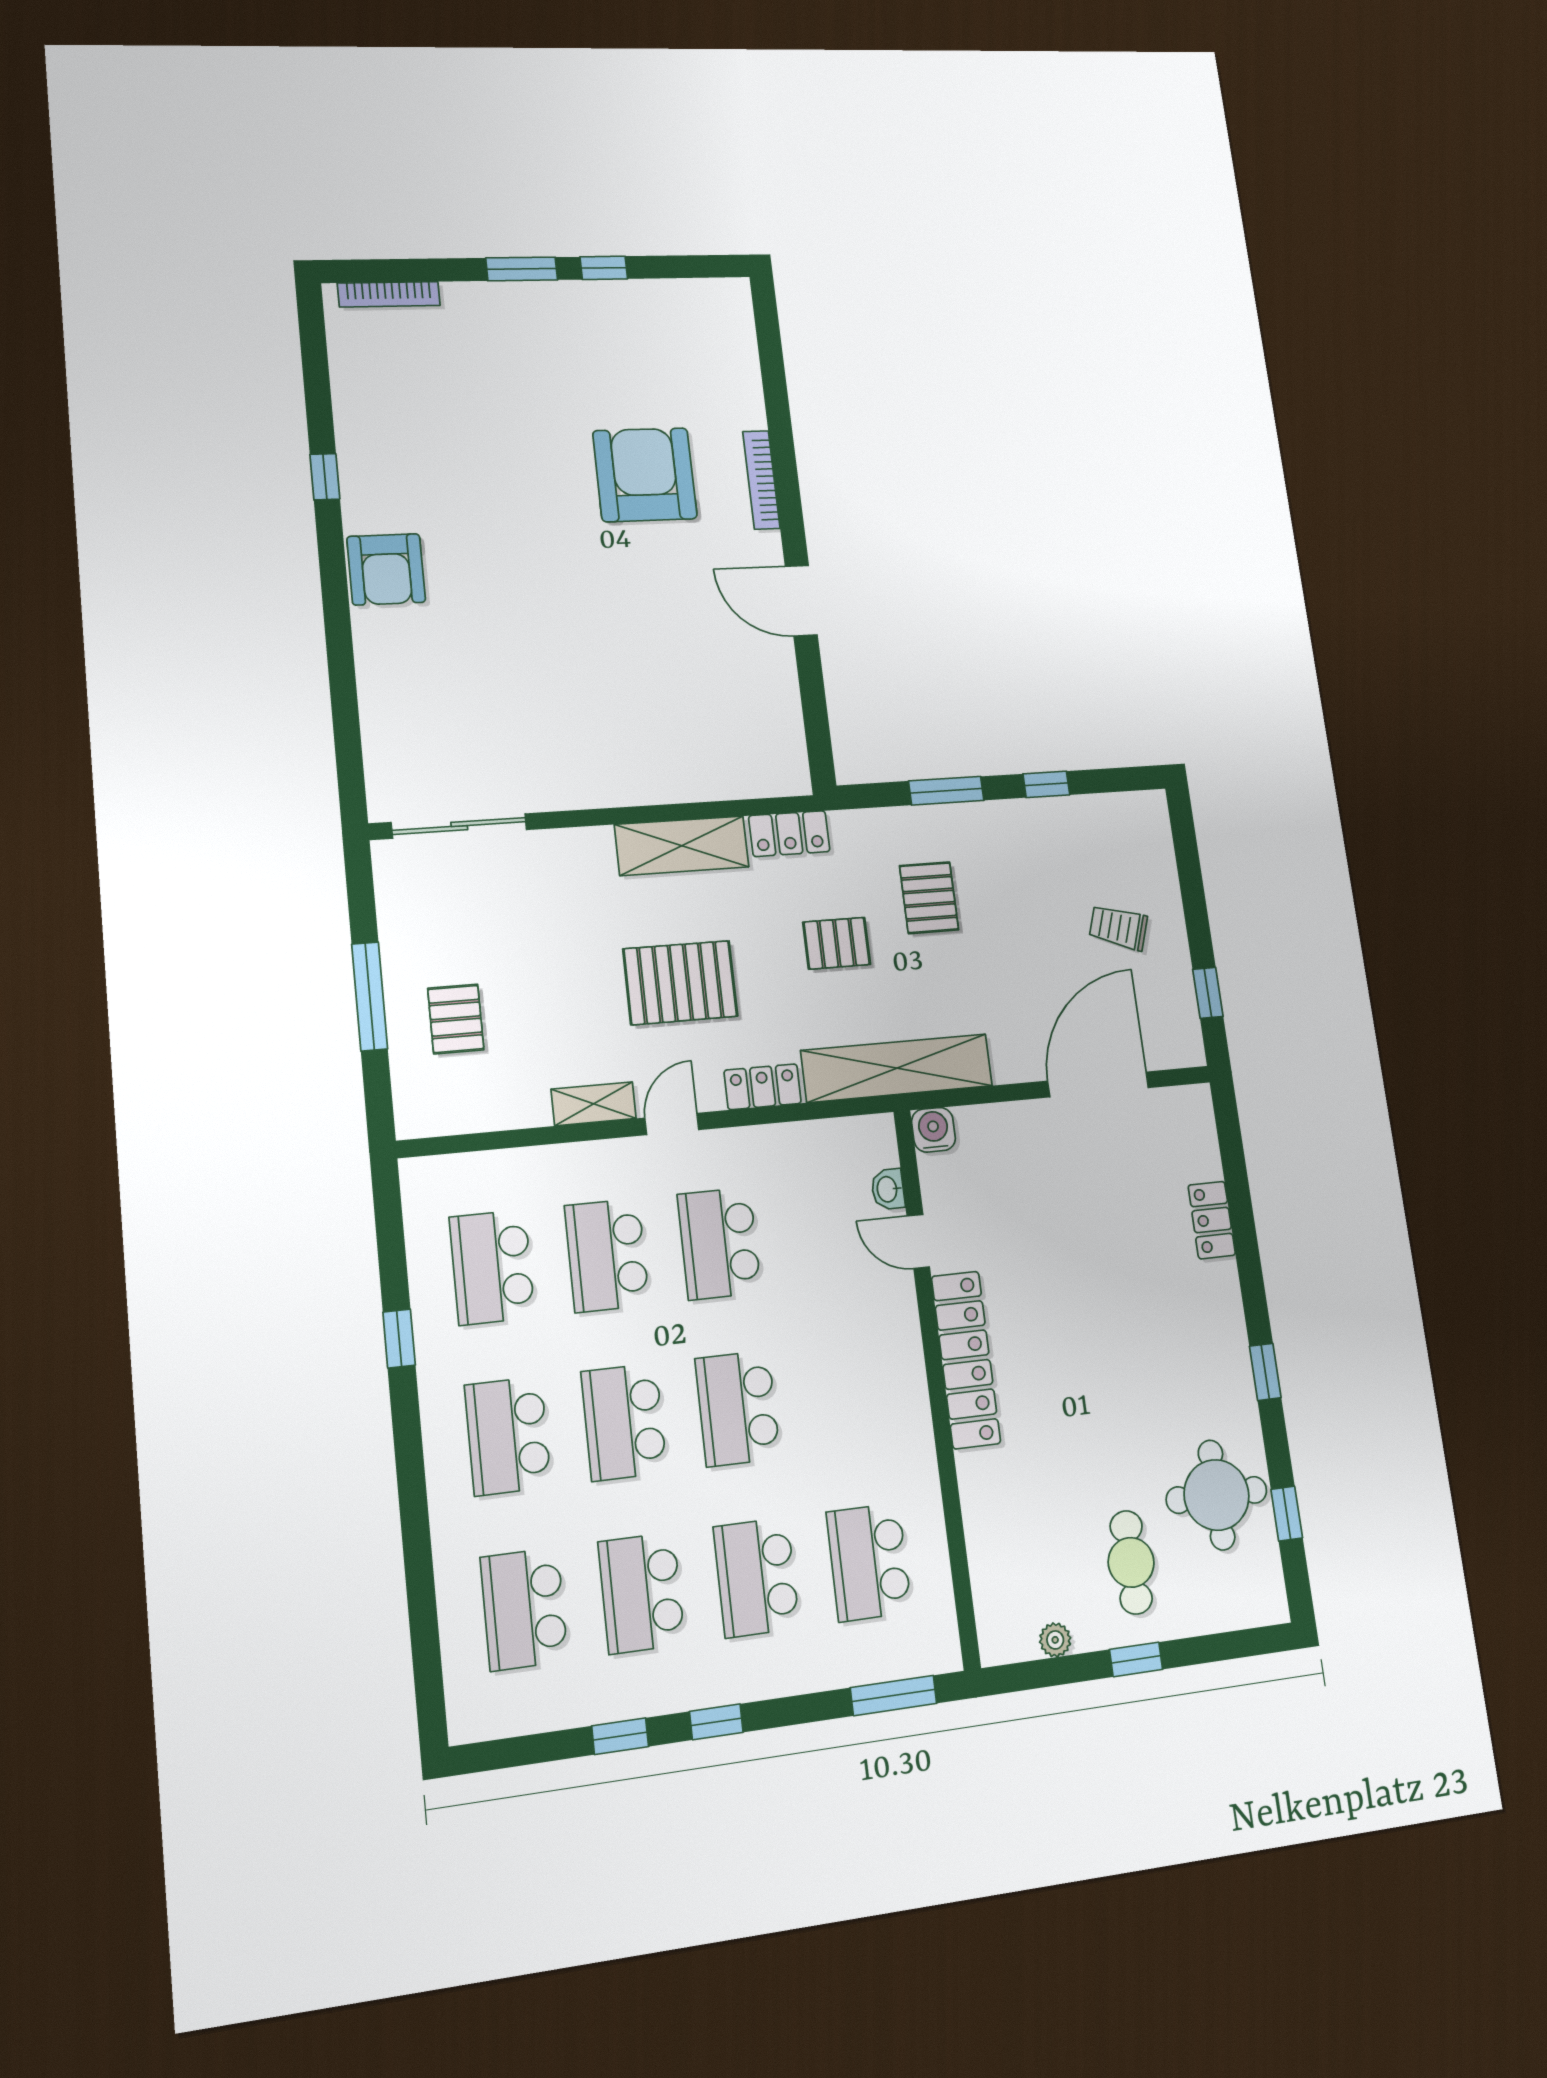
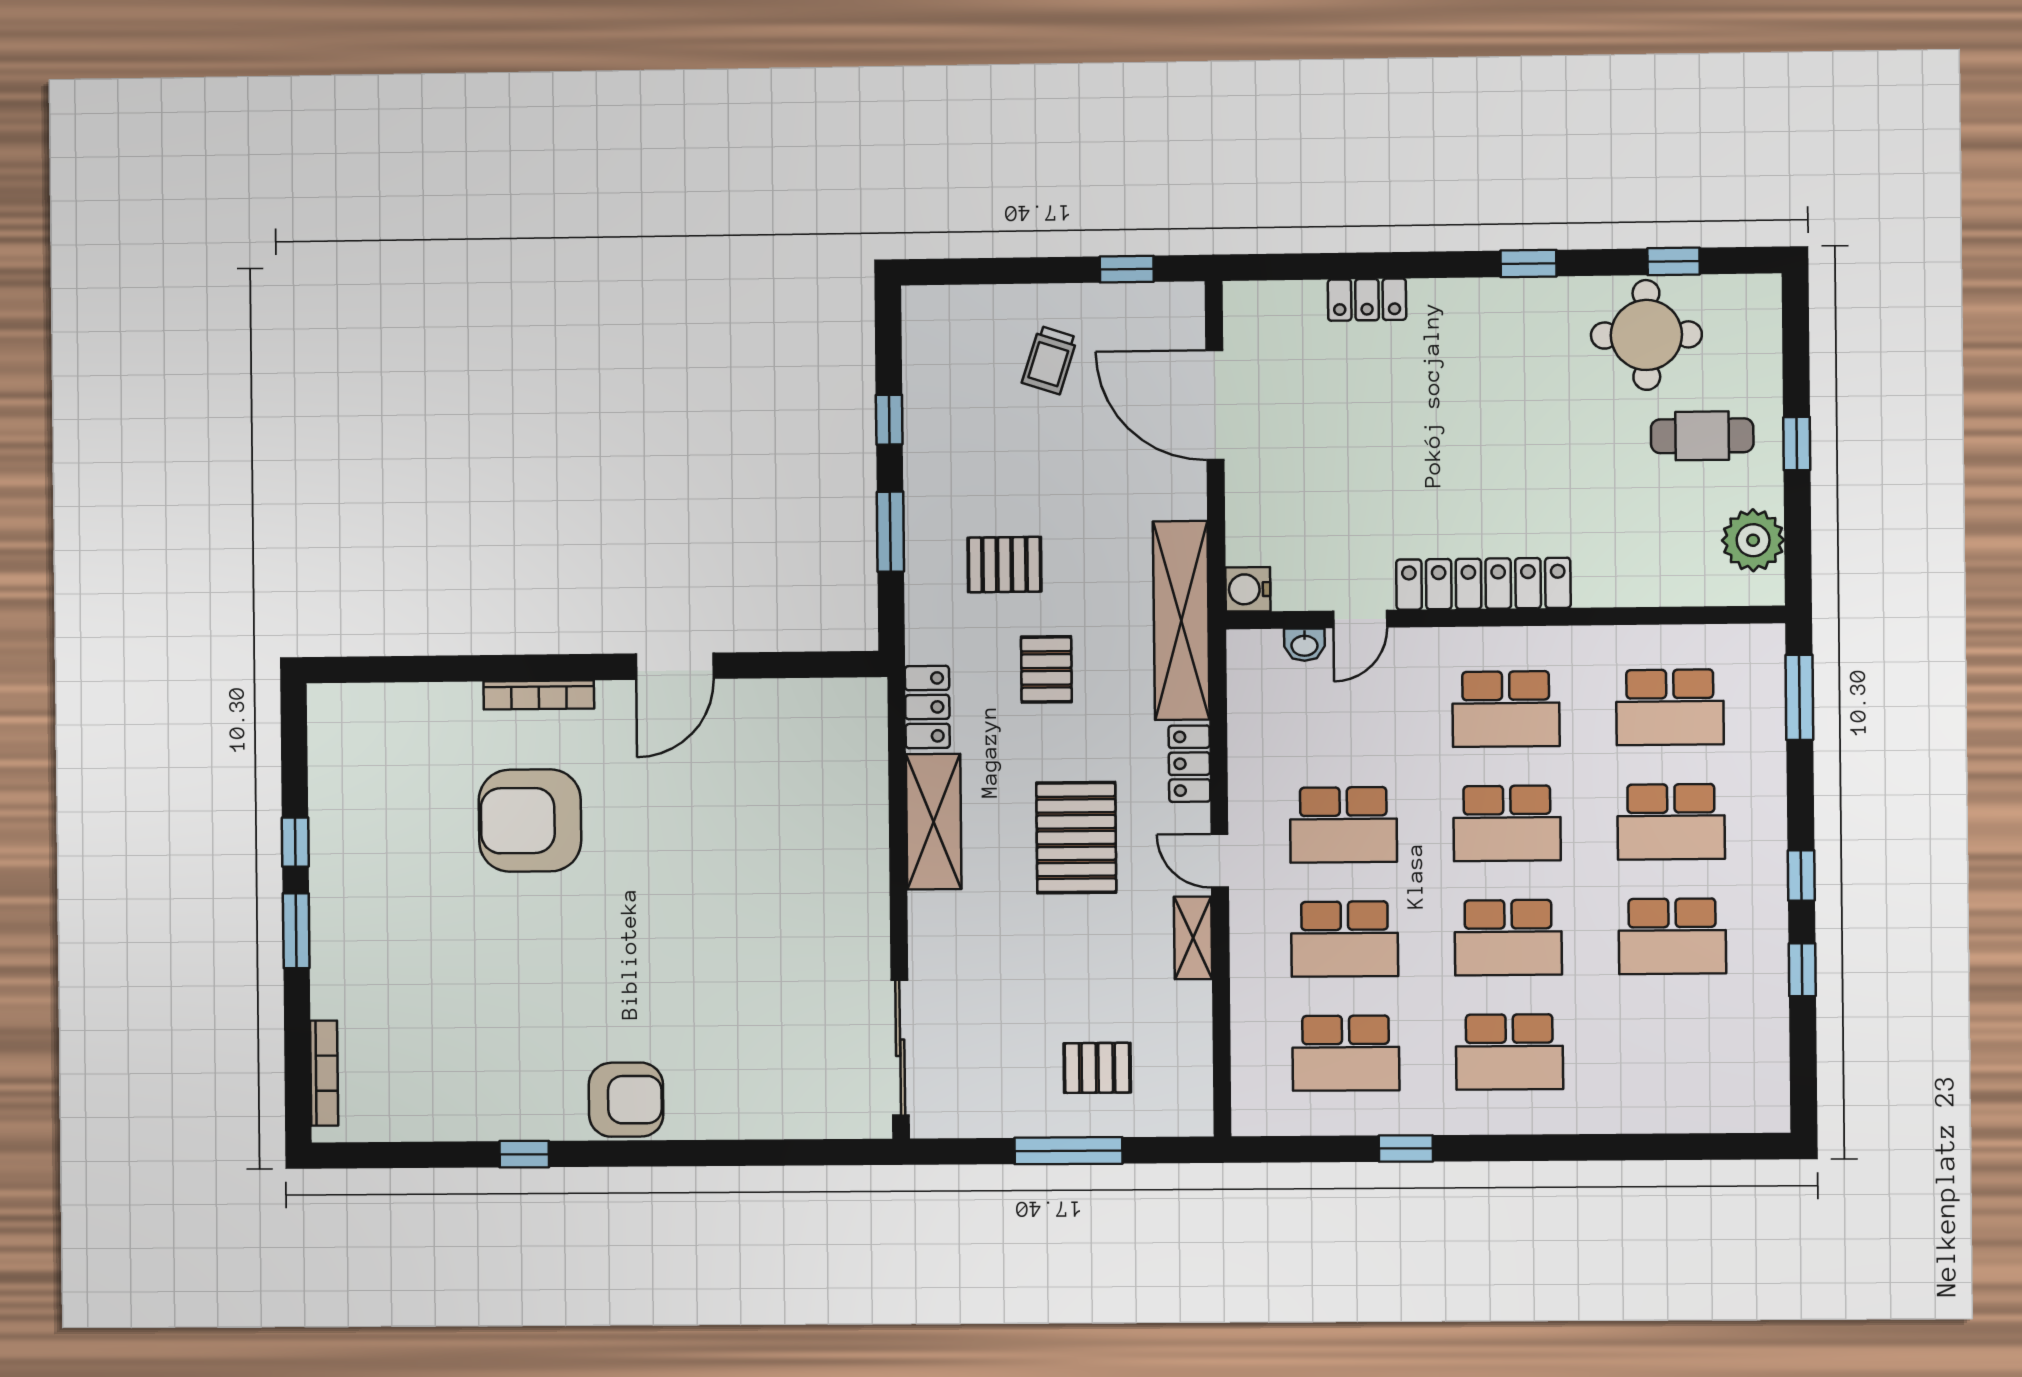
school desk: (524, 1609) -> (1506, 709), moved
plant: (1055, 1640) -> (1753, 540), width x1.87, depth x1.87

